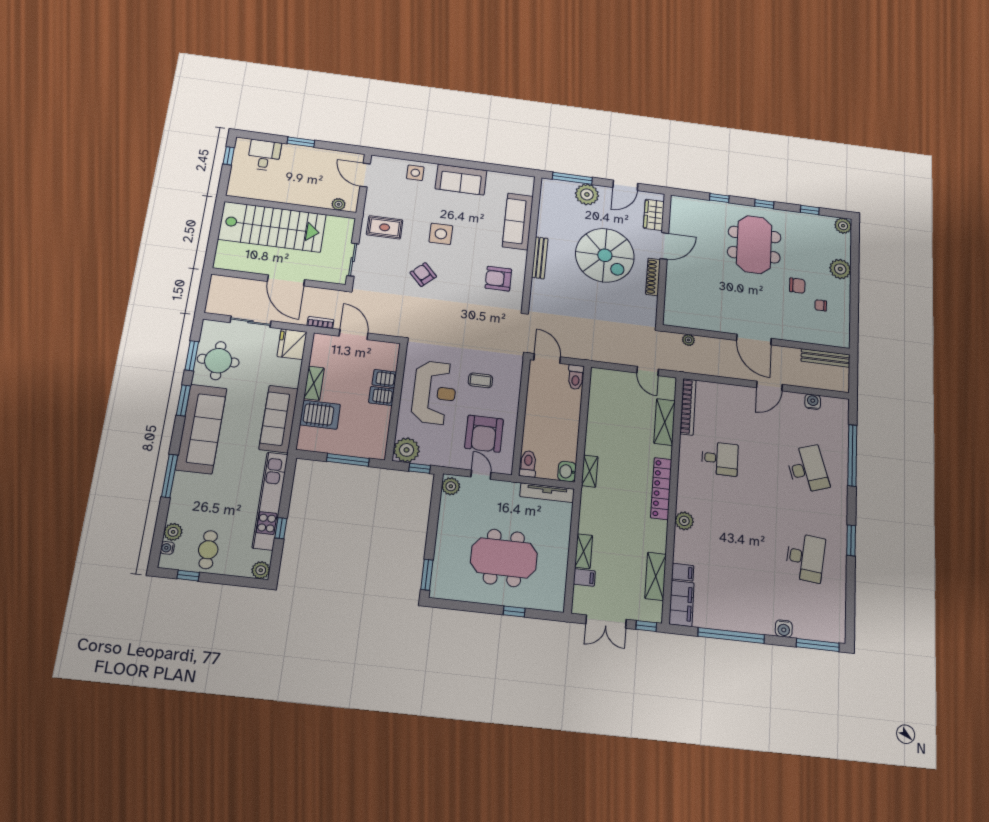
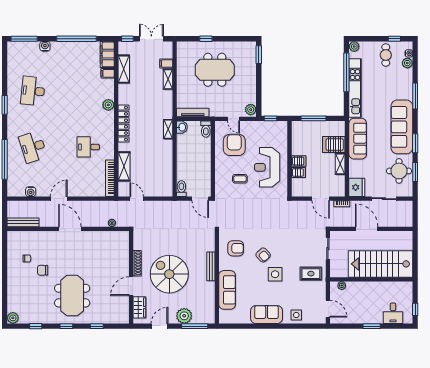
plant: (840, 269) -> (14, 286), removed
armchair: (423, 275) -> (263, 255), moved
plant: (407, 450) -> (280, 129), removed
window: (281, 528) -> (346, 72), width x3.17

